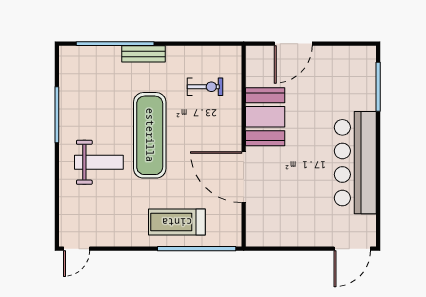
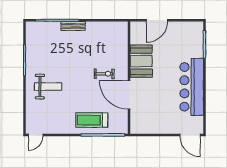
exercise bike: (205, 87) -> (104, 74), moved
exercise mat: (150, 135) -> (77, 72), removed
door: (352, 249) -> (190, 135), hinge flipped

